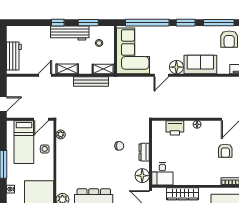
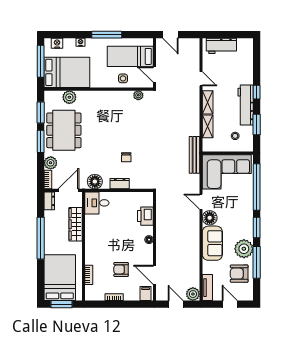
plant: (206, 35) -> (244, 249), added
shelving: (103, 69) -> (208, 126), moved
bench: (91, 81) -> (194, 155), moved

